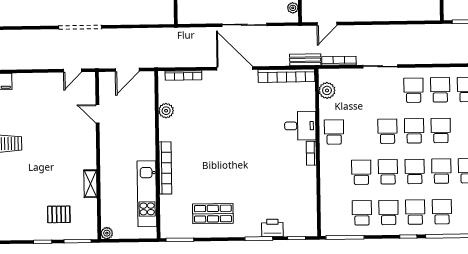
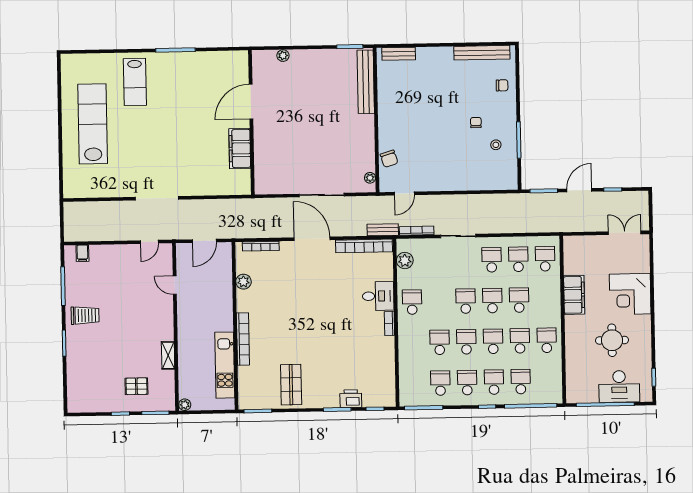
shop shelf: (213, 214) -> (291, 385), turned 90

